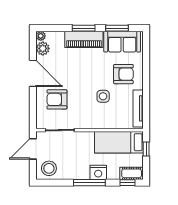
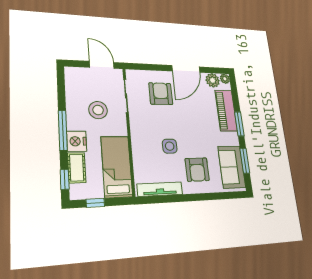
piano: (84, 39) -> (226, 111), moved
window: (146, 149) -> (95, 203), moved
stool: (49, 168) -> (98, 110), moved
cot: (132, 173) -> (77, 168), moved

